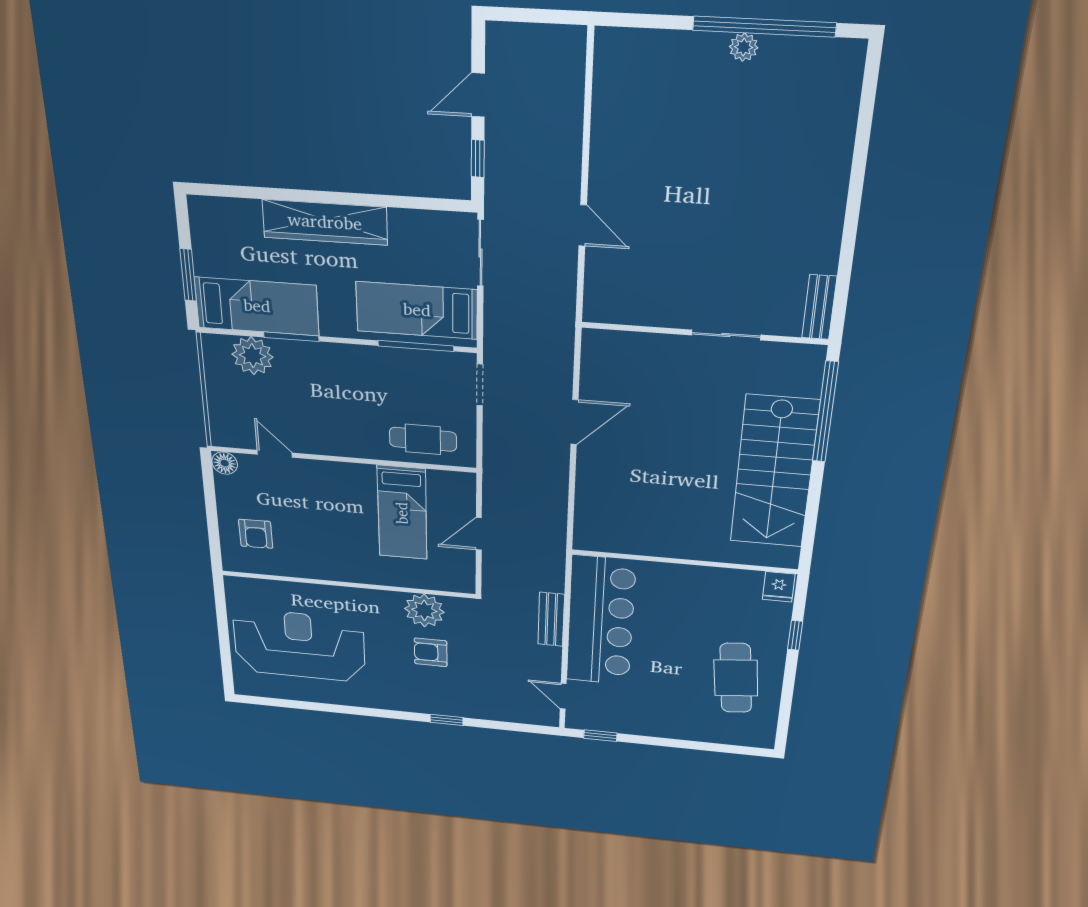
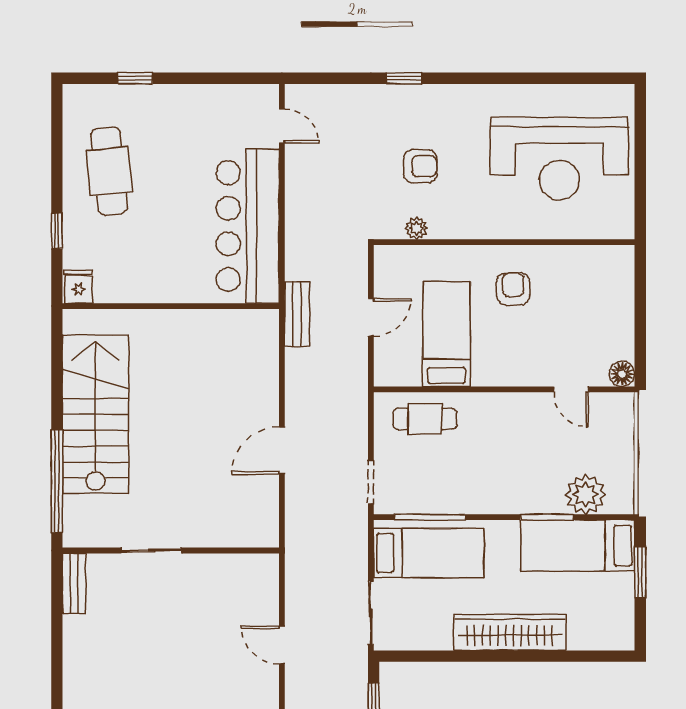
armchair: (256, 534) -> (513, 289), moved
plant: (424, 610) -> (416, 228), width x0.53, depth x0.53
bench: (551, 619) -> (297, 314), moved
window: (600, 736) -> (135, 78), moved

